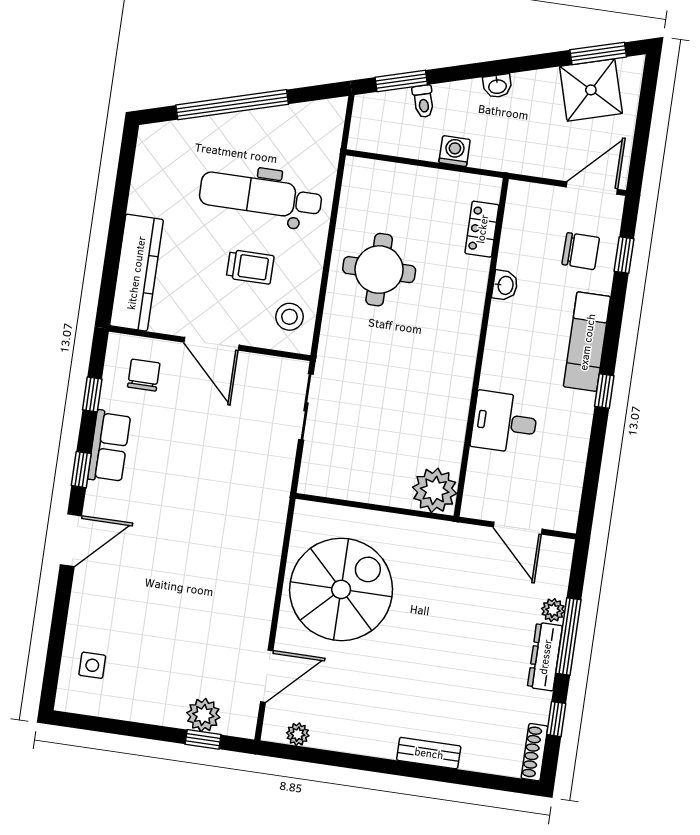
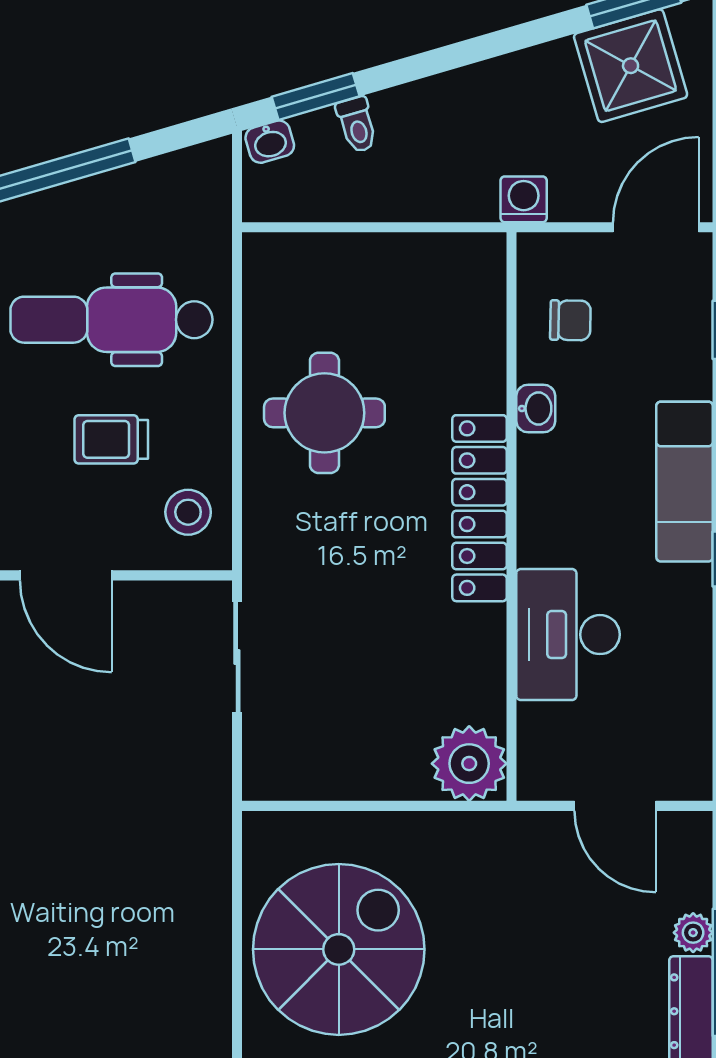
washbasin: (497, 86) -> (270, 142), moved
washing machine: (455, 151) -> (524, 199), moved
locker: (482, 229) -> (480, 508), moved, width x2.16, depth x1.21
chair: (581, 251) -> (570, 320), moved, width x0.73, depth x0.73
trolley: (250, 267) -> (111, 439), turned 180
desk: (504, 422) -> (568, 635), width x1.37

